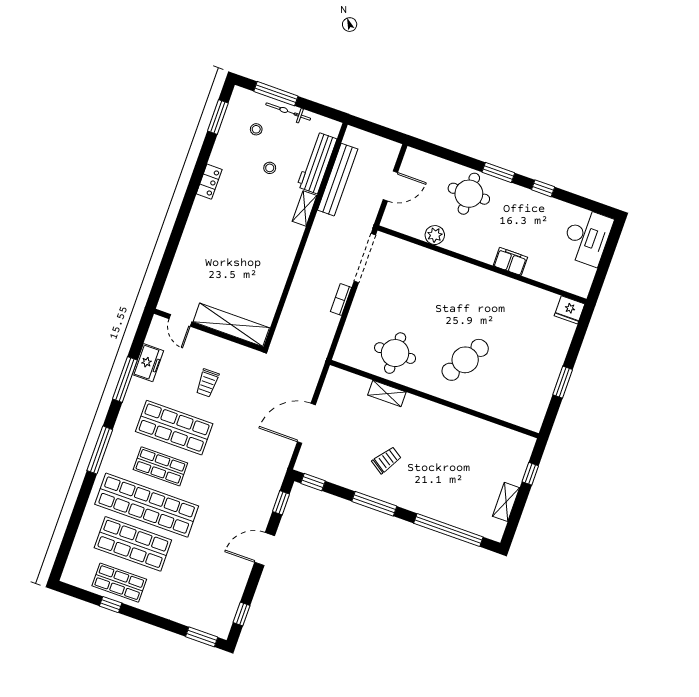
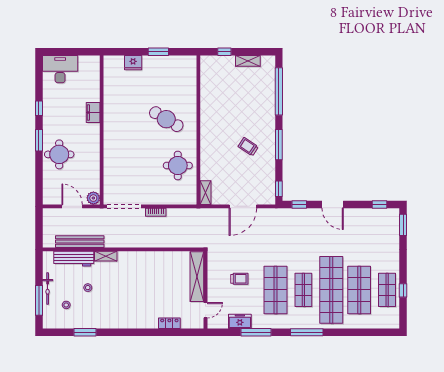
window: (218, 117) -> (85, 332), moved
locker: (209, 182) -> (169, 323), moved
plant: (435, 235) -> (93, 198), moved
fridge: (569, 310) -> (133, 63), moved, turned 90
shelving: (387, 393) -> (205, 193), moved
door: (306, 423) -> (243, 206), hinge flipped

